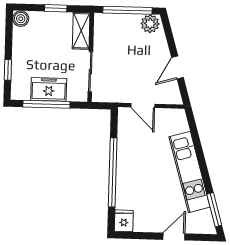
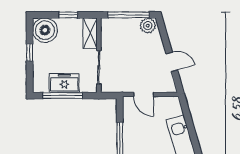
boiler: (21, 19) -> (45, 30), width x1.86, depth x1.86
door: (177, 68) -> (172, 62), swing flipped
window: (8, 70) -> (30, 53), moved

